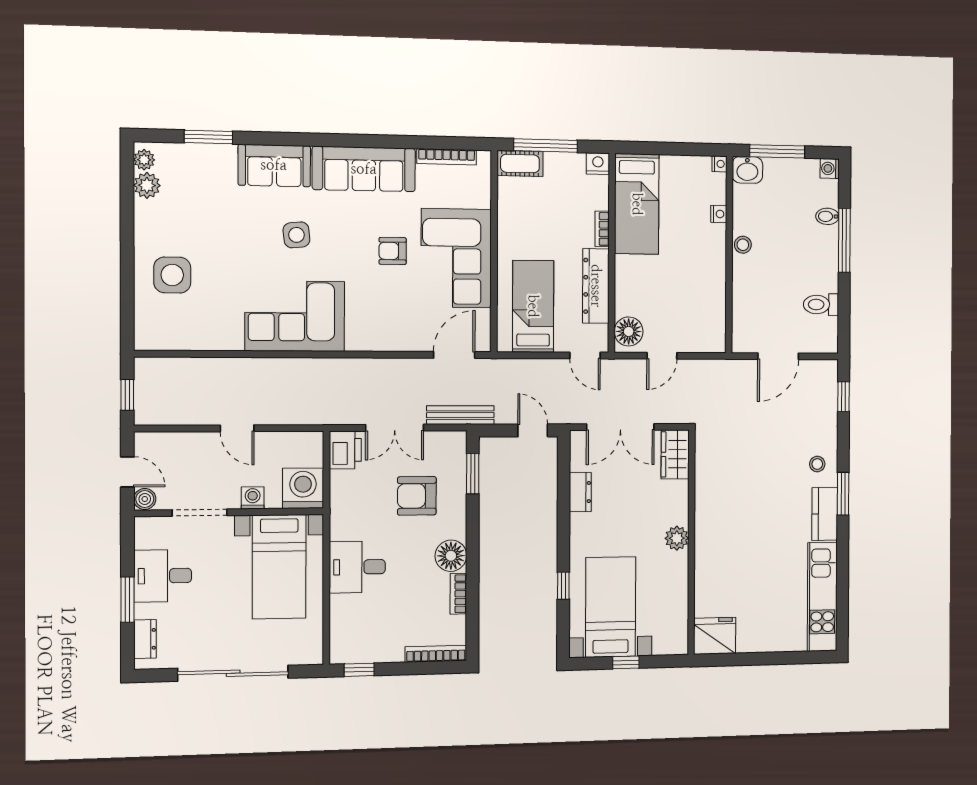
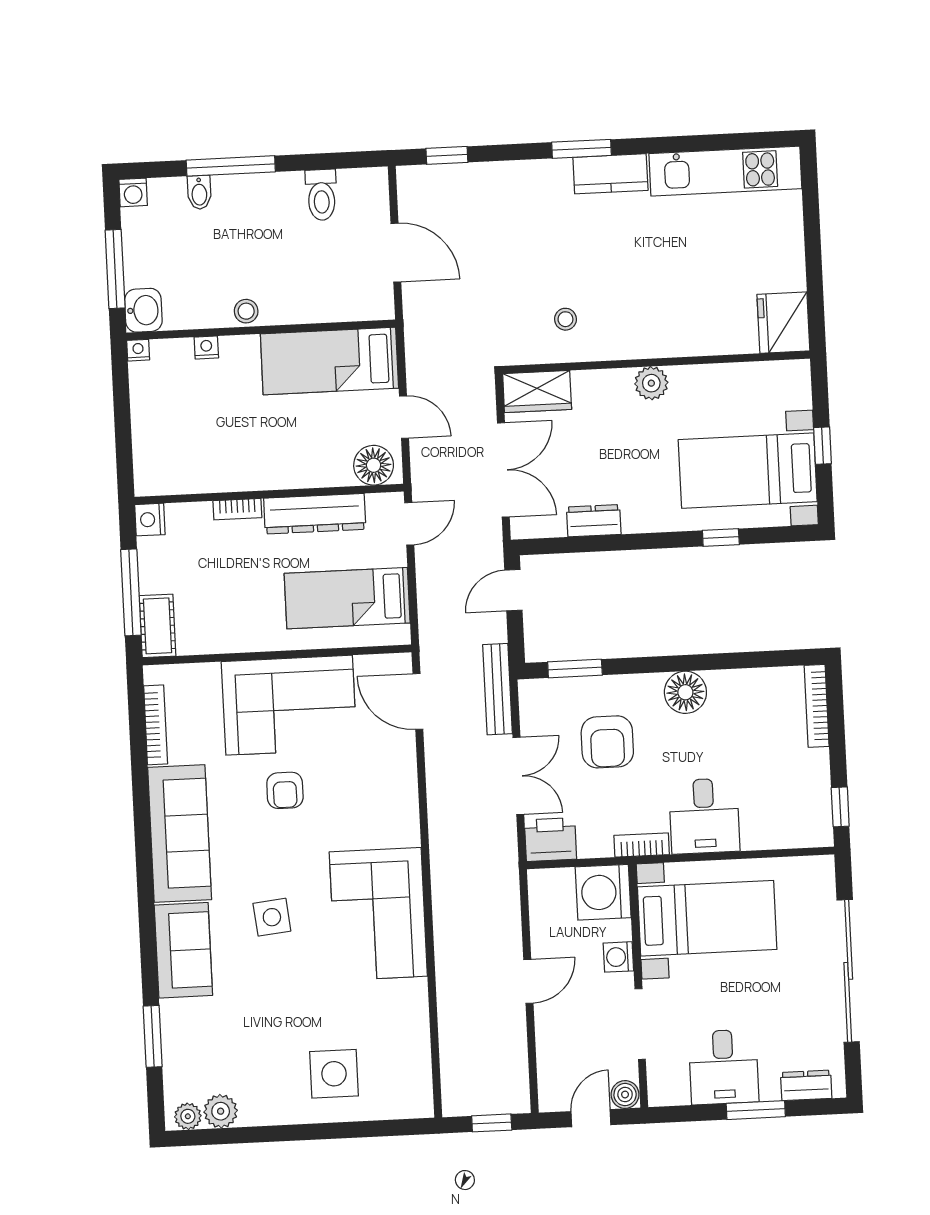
bed: (637, 204) -> (329, 361), moved, turned 180
stool: (817, 464) -> (565, 319), moved
bookcase: (458, 594) -> (642, 845), moved, turned 180

